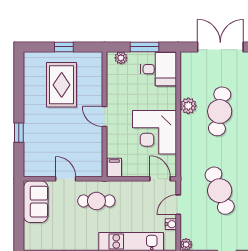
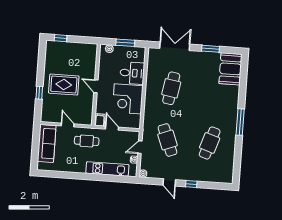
window: (64, 47) -> (61, 38), moved
desk: (158, 69) -> (132, 73), moved
rug: (62, 85) -> (64, 85), moved, turned 90
plant: (188, 106) -> (151, 83), removed
door: (160, 179) -> (112, 128), moved
sofa: (36, 202) -> (47, 143), width x1.36

